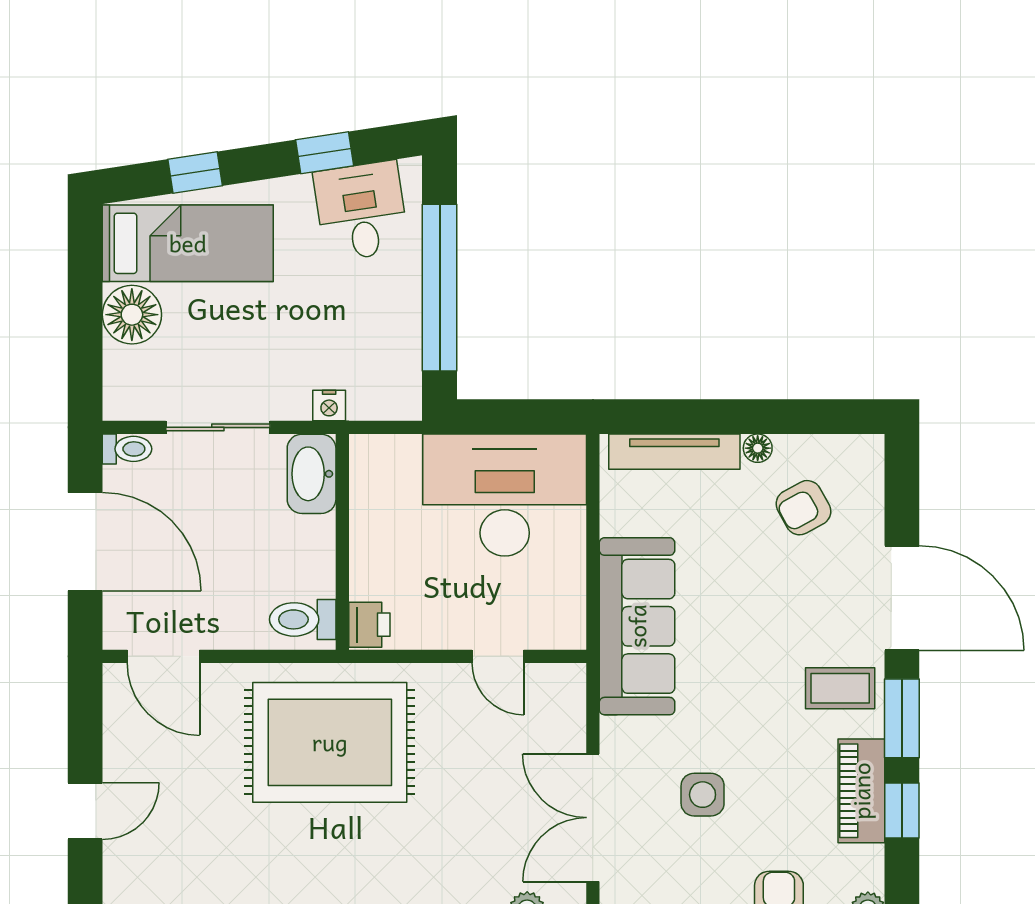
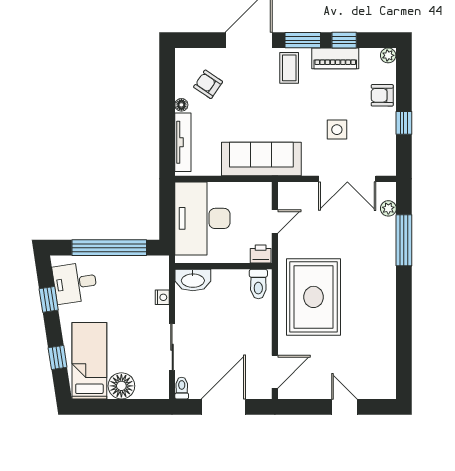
washbasin: (312, 474) -> (193, 280), moved
armchair: (803, 508) -> (208, 84), turned 153
wall: (342, 542) -> (223, 266), moved
toilet: (303, 619) -> (258, 284), moved
printer: (369, 625) -> (261, 254), moved

